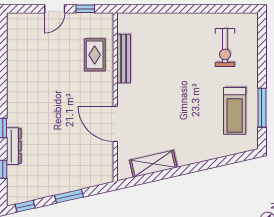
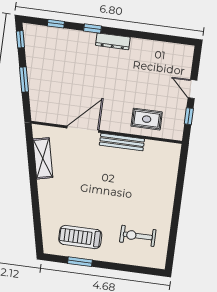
bench: (124, 59) -> (122, 142), moved
window: (262, 108) -> (80, 262), width x0.69
dresser: (14, 146) -> (113, 41), moved

